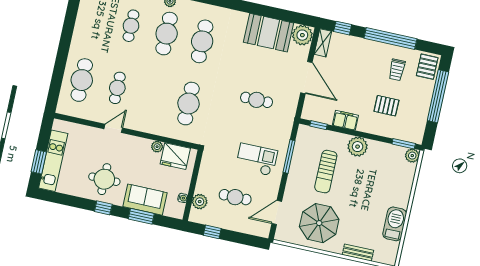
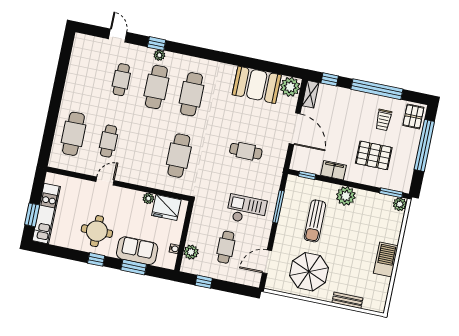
pallet: (386, 106) -> (374, 155), width x1.50, depth x1.42
cafe table: (235, 197) -> (226, 247), turned 90
barbecue: (395, 224) -> (386, 260), moved

